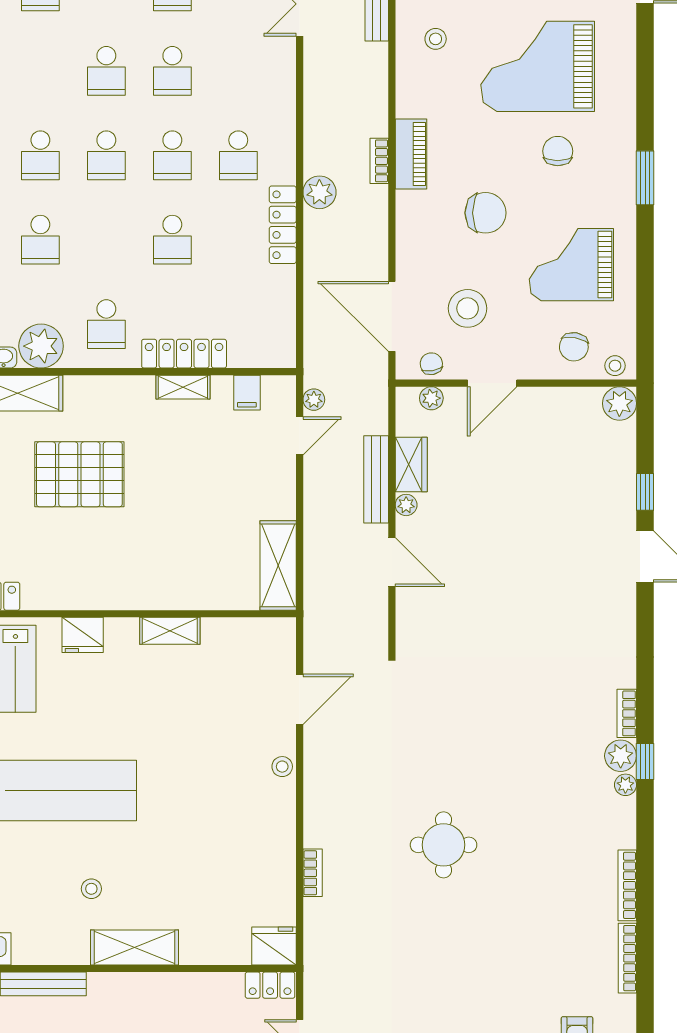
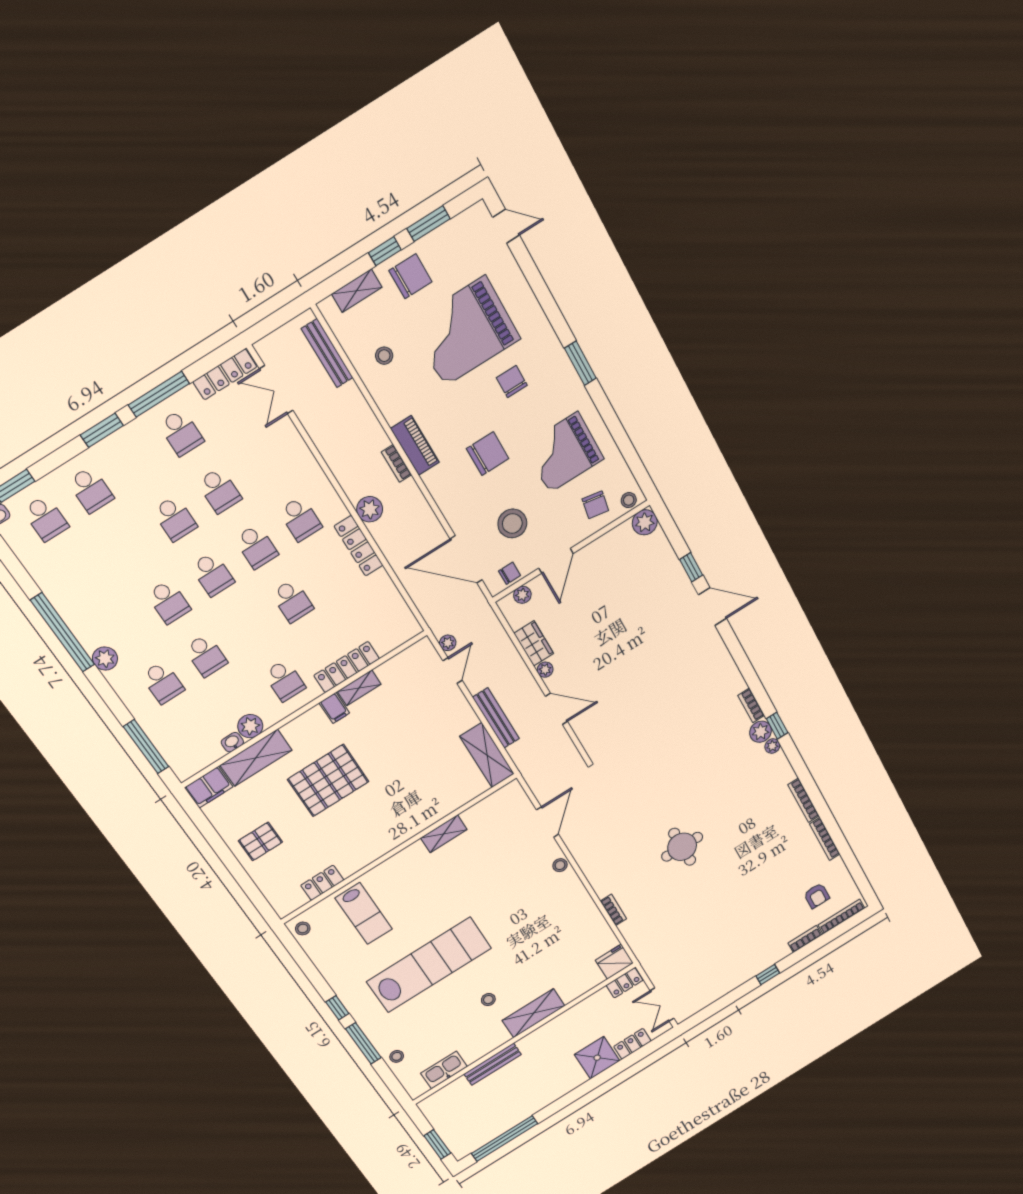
plant: (41, 346) -> (250, 726), width x0.73, depth x0.73
chair: (431, 364) -> (510, 573), turned 100
filing cabinet: (247, 393) -> (334, 708), moved
bench: (376, 479) -> (496, 718), moved
fridge: (83, 635) -> (392, 870), removed

